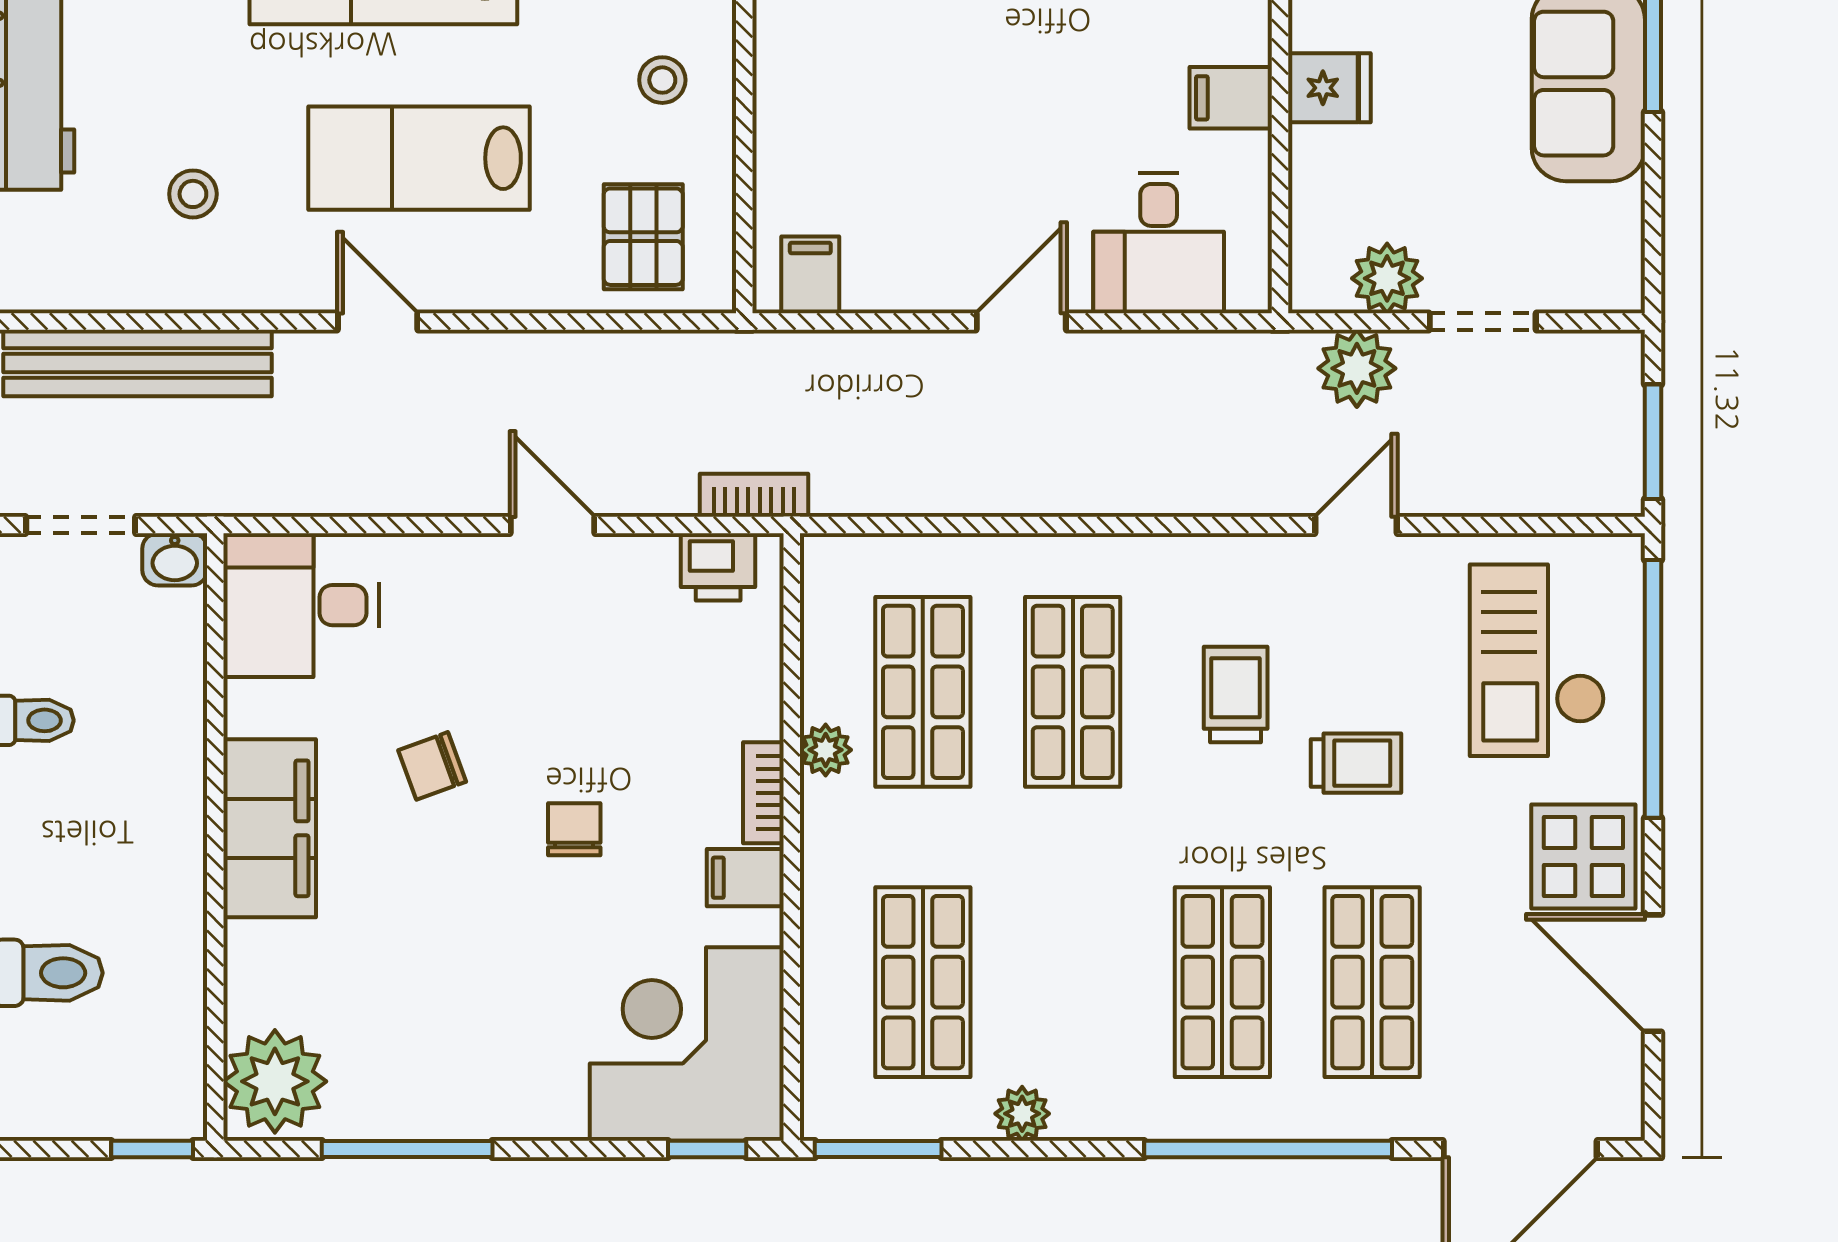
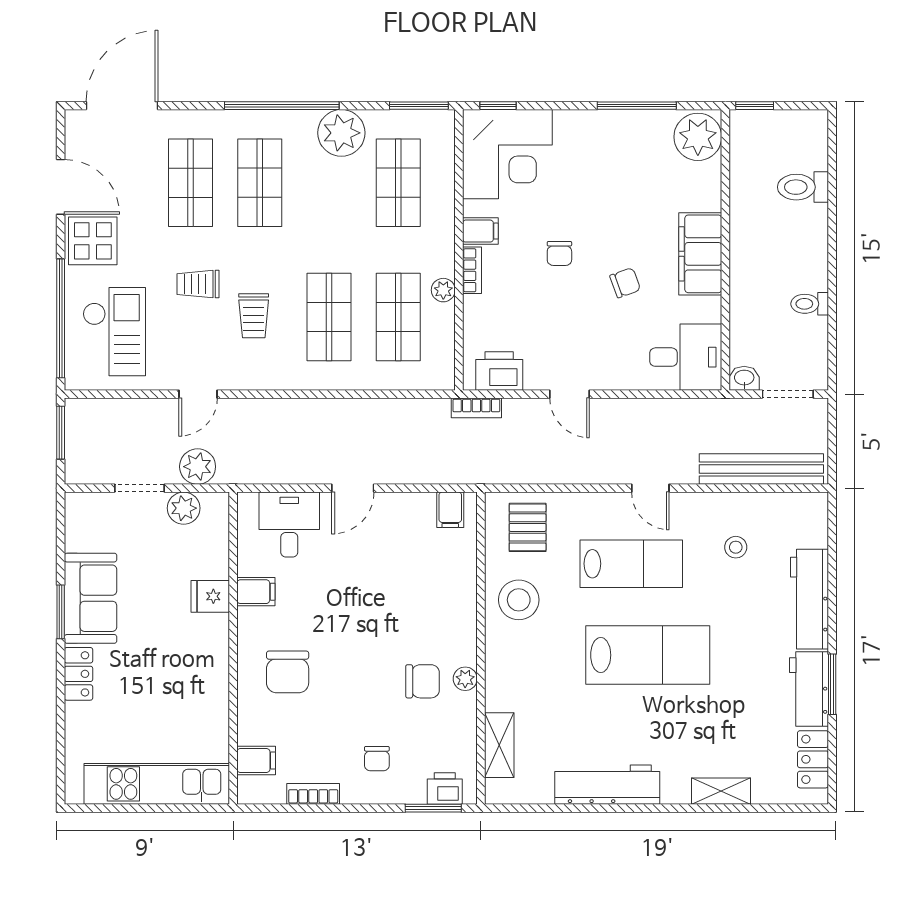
stool: (662, 80) -> (519, 600), width x1.89, depth x1.89
printer: (718, 567) -> (499, 371), width x1.36, depth x1.24
plant: (1022, 1114) -> (341, 133), width x1.88, depth x1.88
window: (1268, 1149) -> (282, 106), moved

